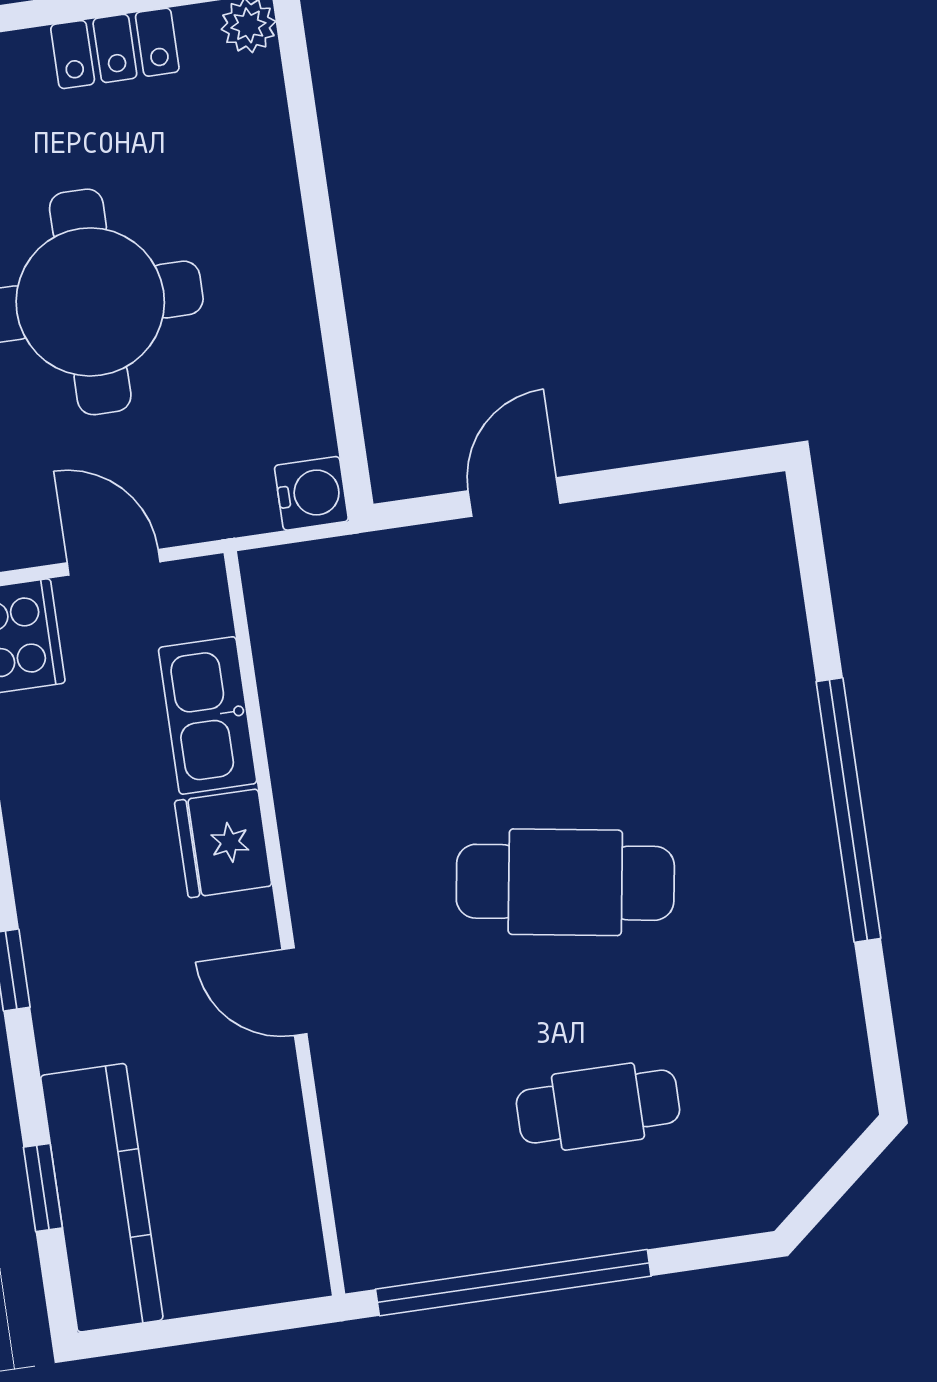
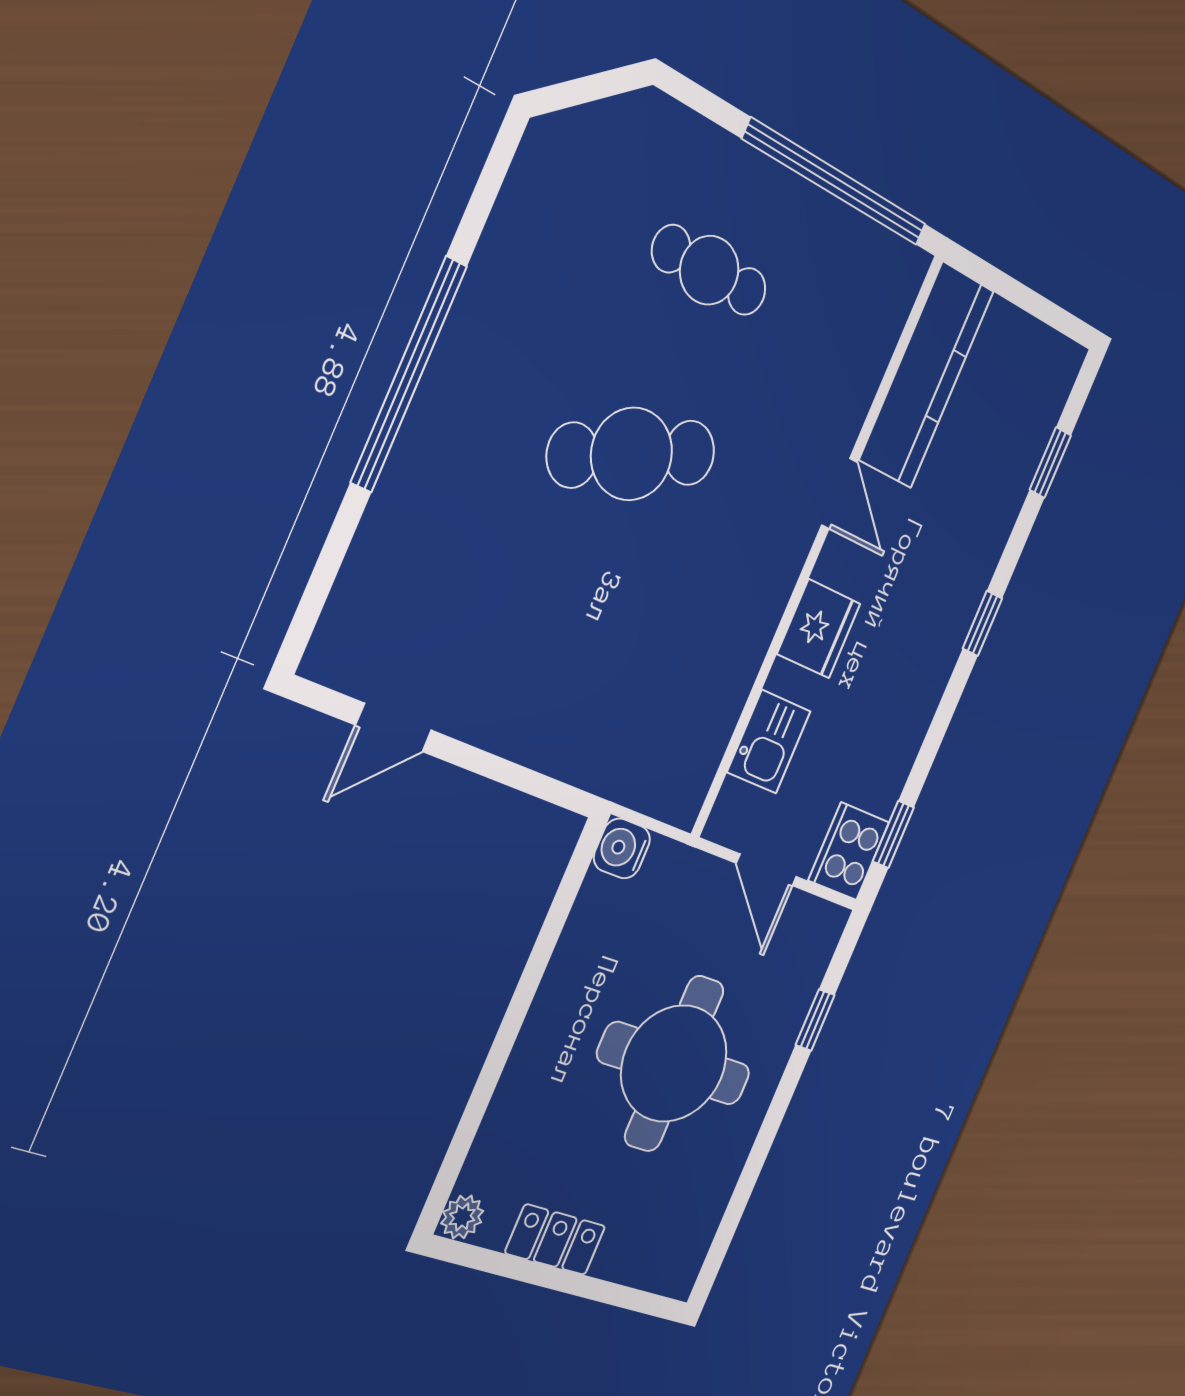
door: (514, 497) -> (394, 728), moved
kitchen sink: (208, 715) -> (769, 742), width x0.73
cafe table: (565, 882) -> (632, 454), turned -33
kitchen counter: (102, 1198) -> (926, 375), moved, turned 180

